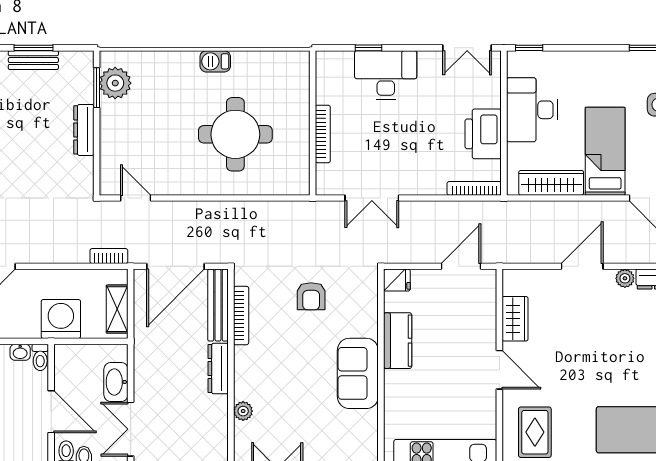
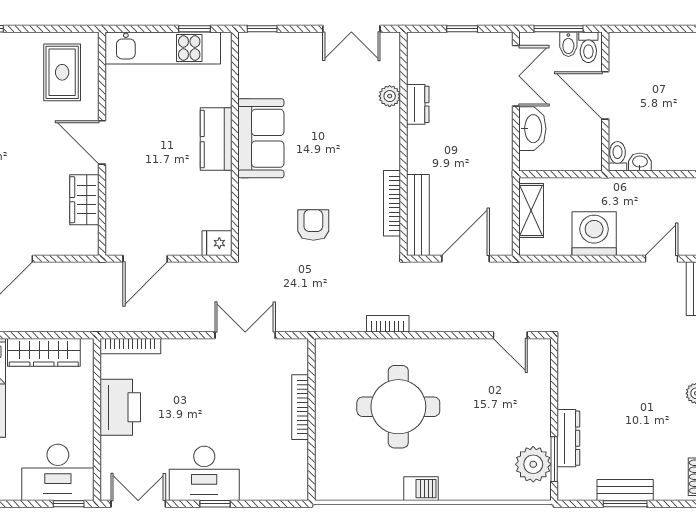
window: (369, 48) -> (215, 504), moved
desk: (386, 75) -> (204, 473), moved
desk: (532, 110) -> (58, 472), moved, turned 90
dresser: (84, 130) -> (568, 438), moved
bookcase: (109, 256) -> (388, 324), moved, turned 180
door: (176, 266) -> (466, 259), width x0.73
washing machine: (61, 319) -> (594, 234), moved, turned 180
kitchen counter: (398, 341) -> (216, 139), moved
dresser: (218, 368) -> (418, 104), moved, width x0.70

